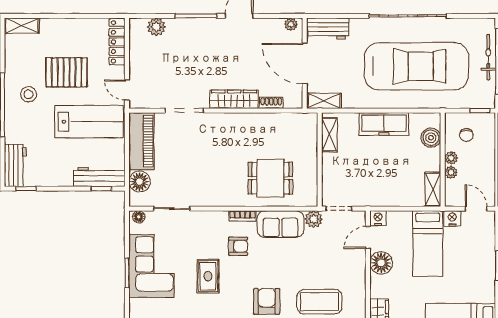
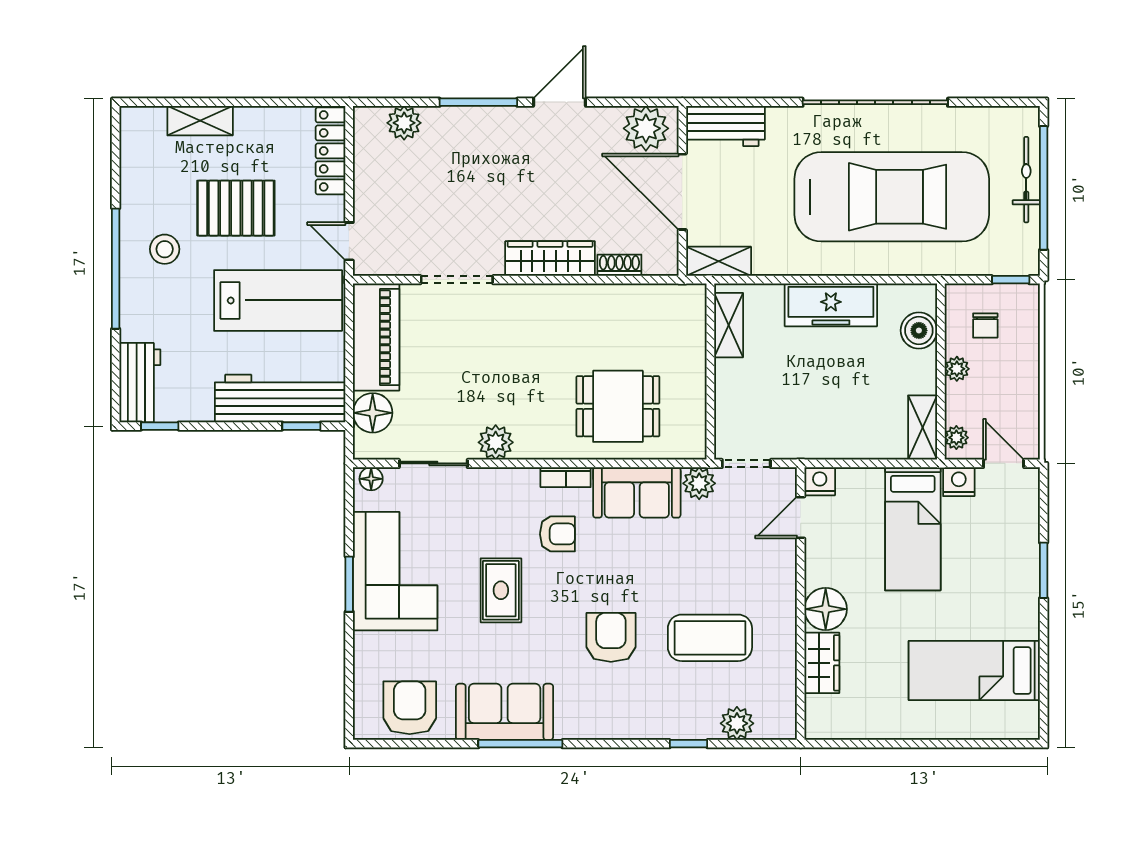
plant: (291, 24) -> (646, 128), width x1.88, depth x1.88
shelving: (22, 26) -> (200, 121), moved
plant: (451, 172) -> (956, 438), moved
workbench: (99, 177) -> (280, 398), width x1.36, depth x1.32
plant: (205, 197) -> (496, 442), added
floor lamp: (381, 263) -> (826, 609), moved

